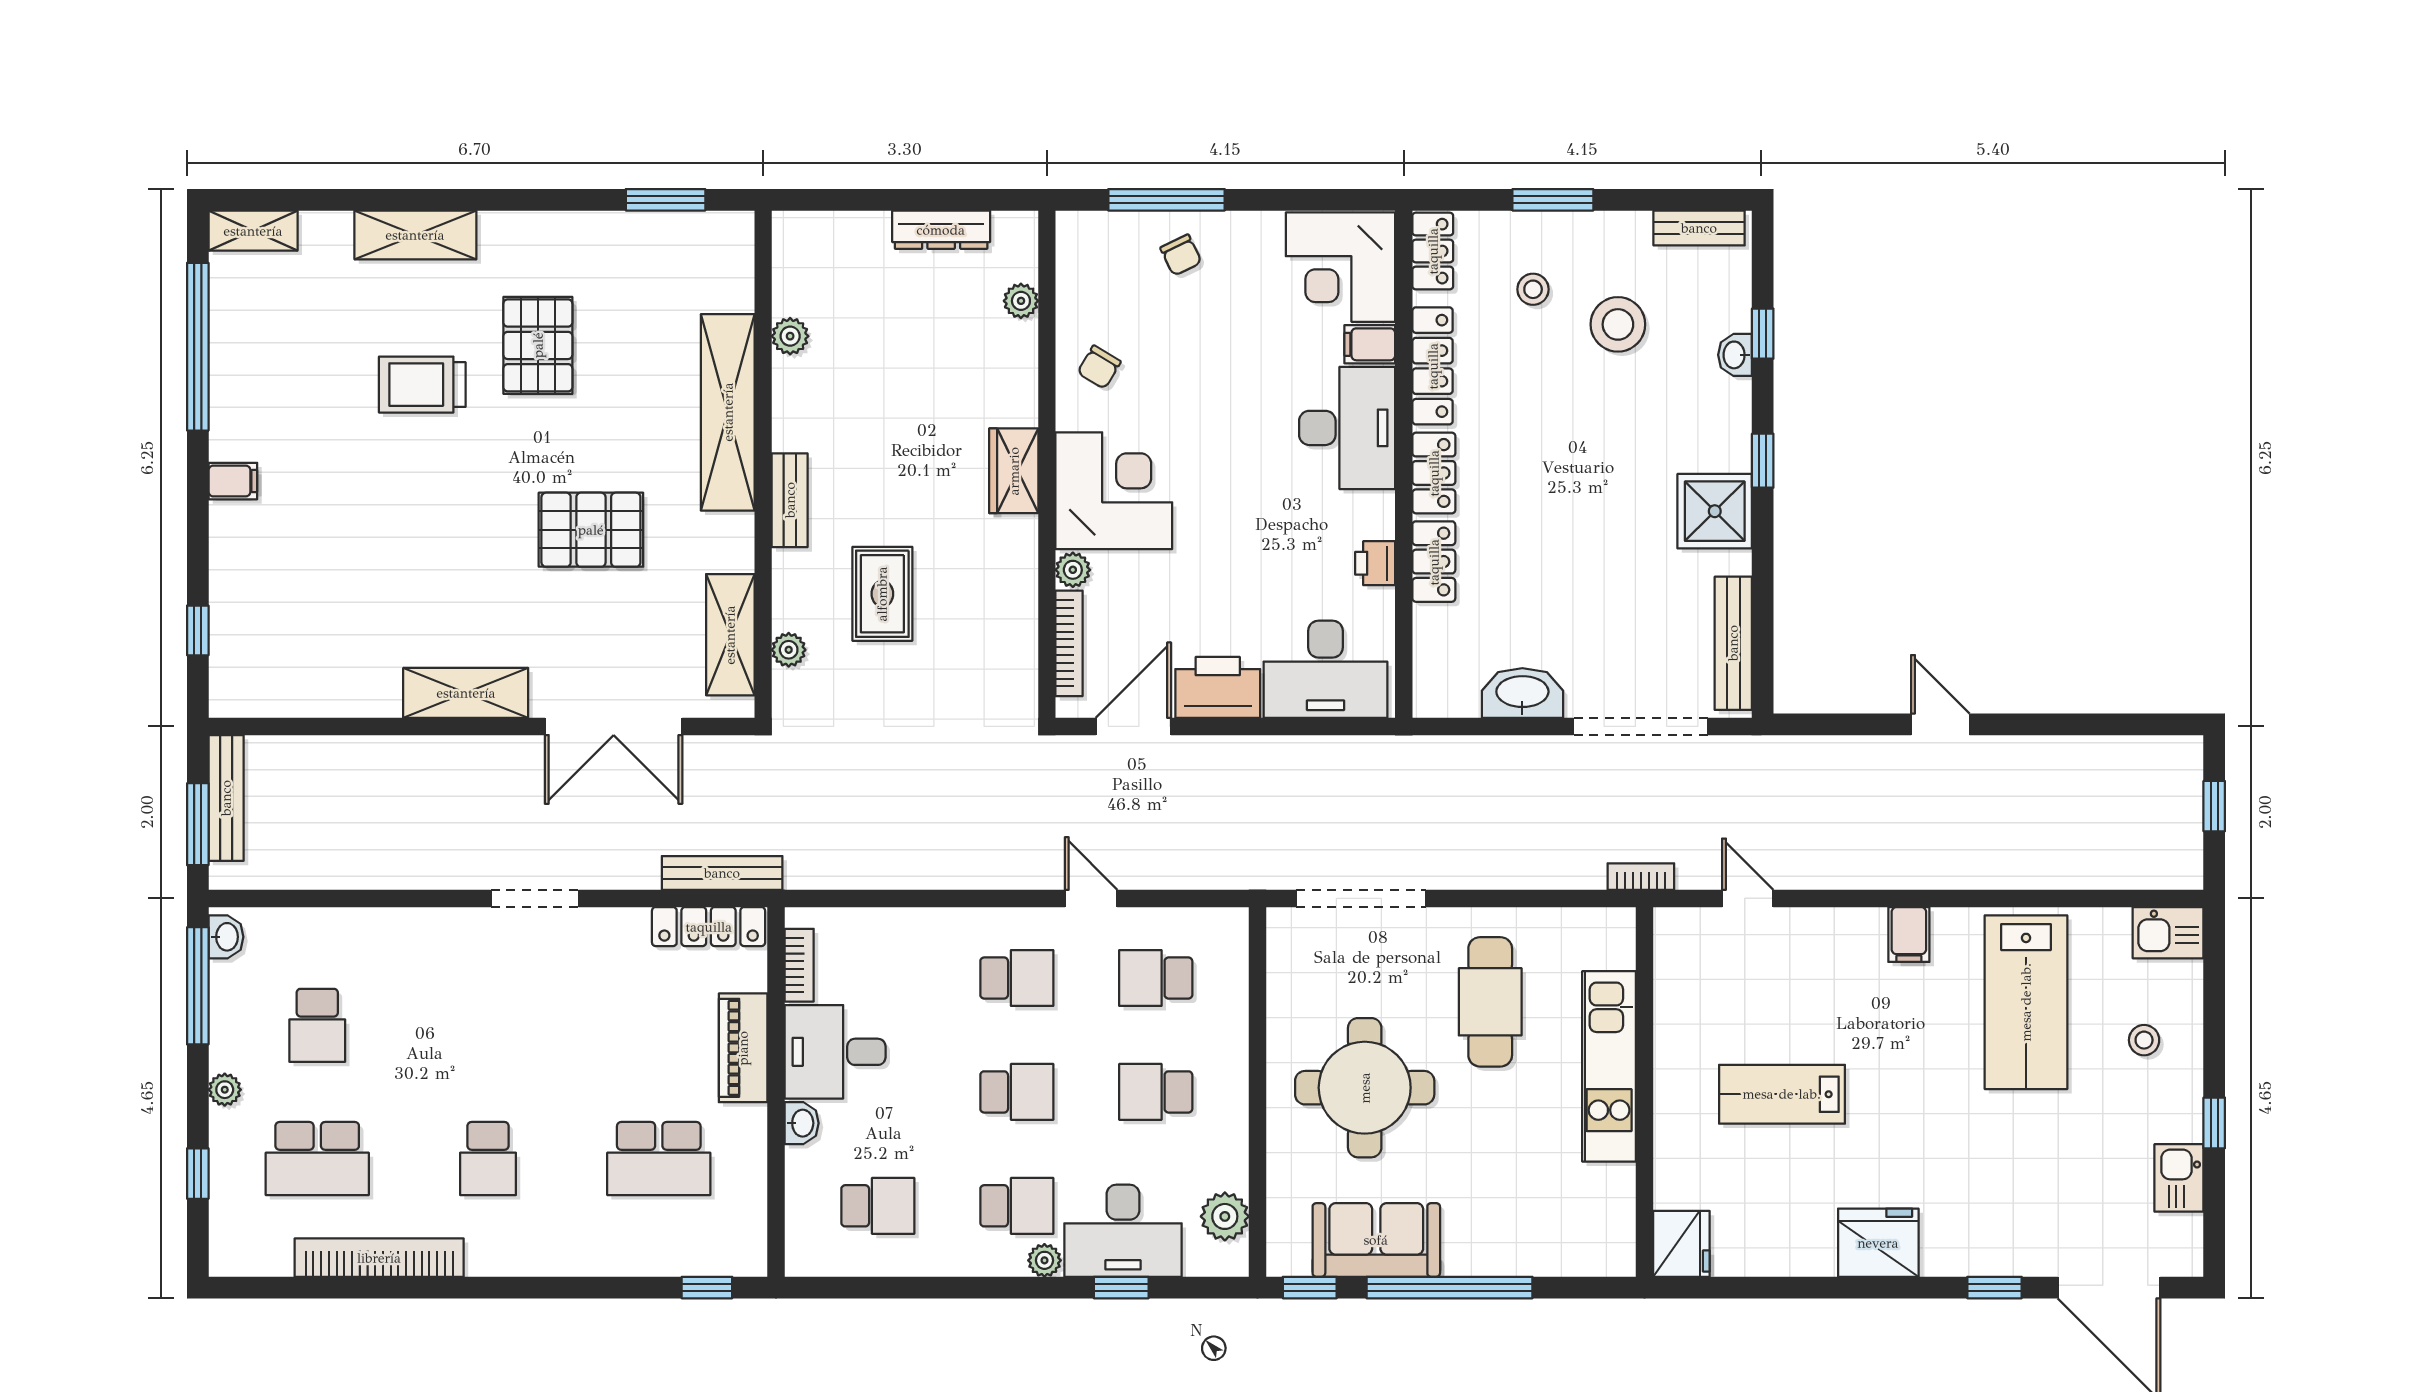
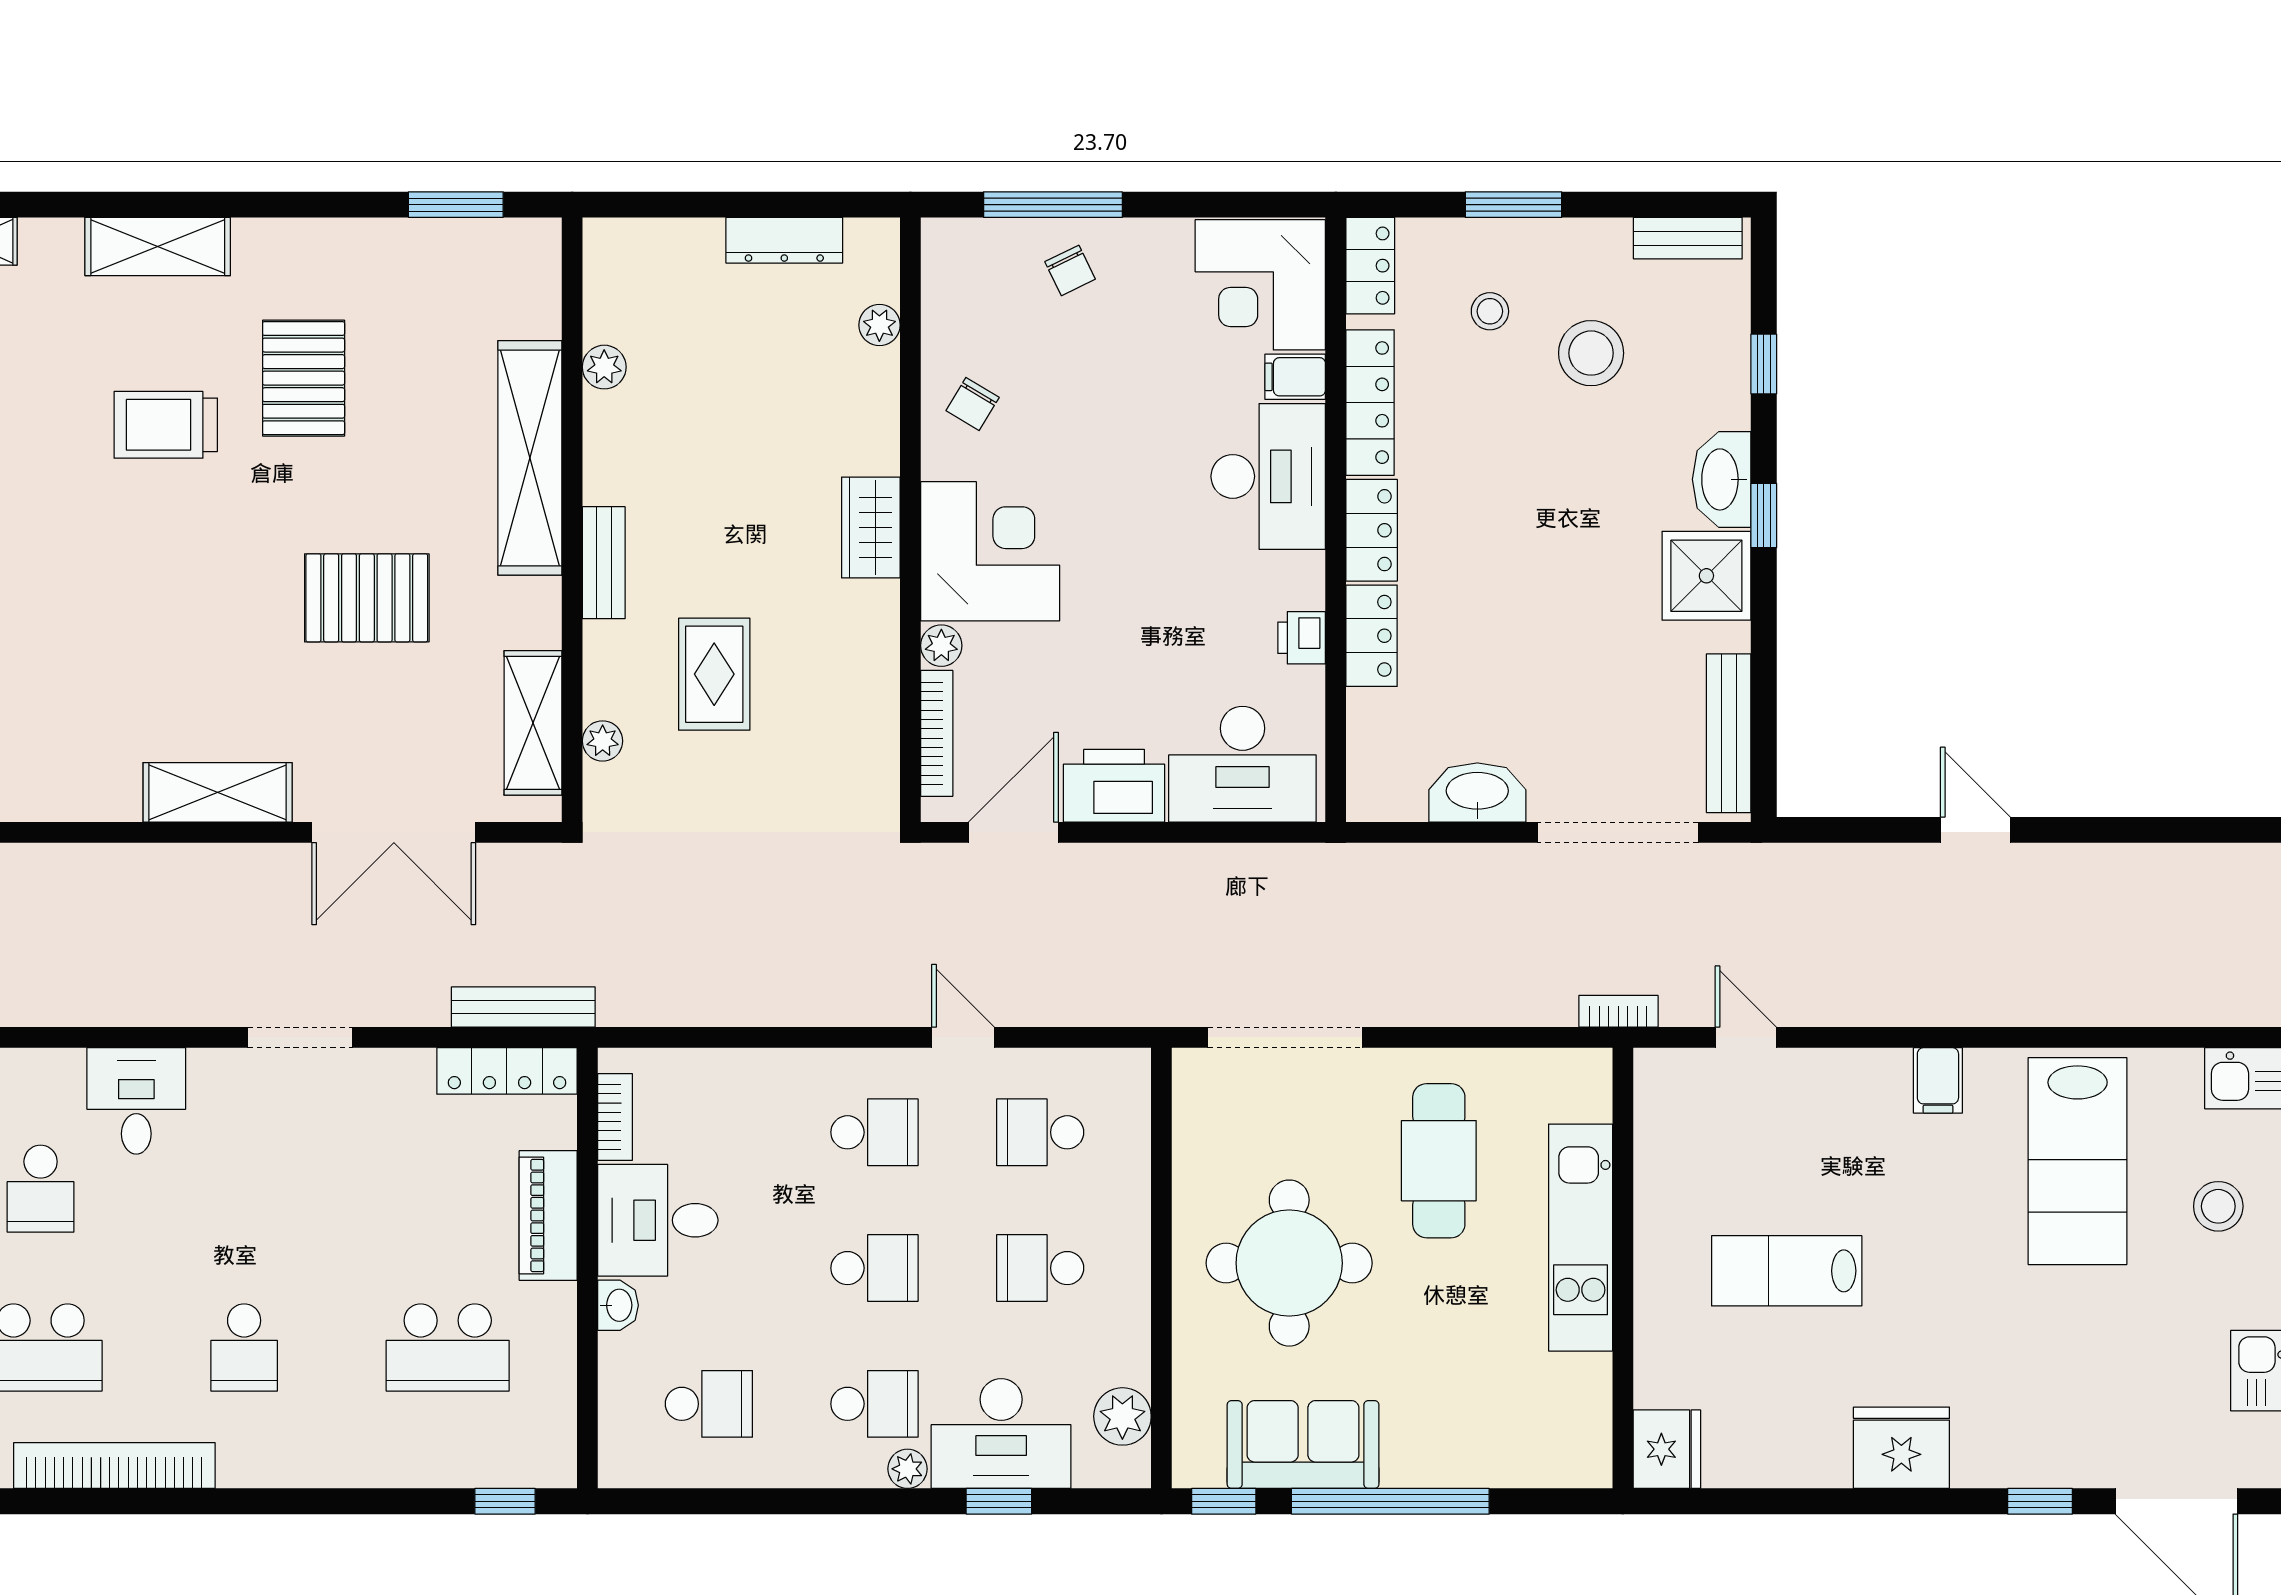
washbasin: (1735, 355) -> (1722, 479), moved, width x1.91, depth x1.45
desk: (398, 952) -> (136, 1101), added
stool: (2144, 1040) -> (2218, 1206), width x1.37, depth x1.37

